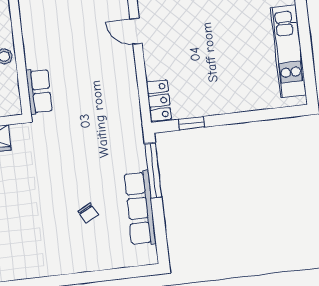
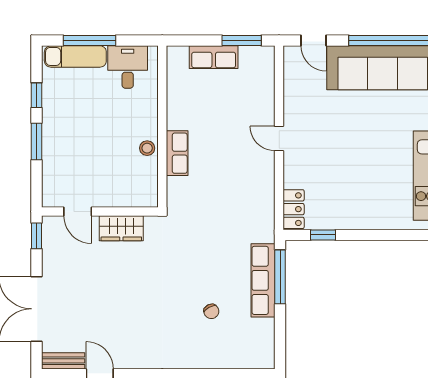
row of seats: (39, 91) -> (177, 153), moved
row of seats: (140, 208) -> (263, 280), moved

